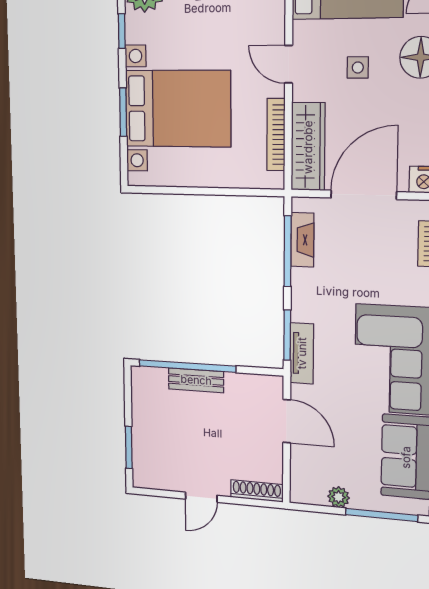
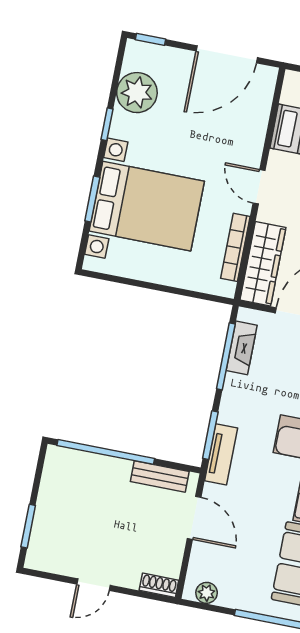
bench: (196, 380) -> (160, 477), moved
shoe rack: (257, 491) -> (159, 585), width x0.70
plant: (339, 497) -> (207, 593), moved

